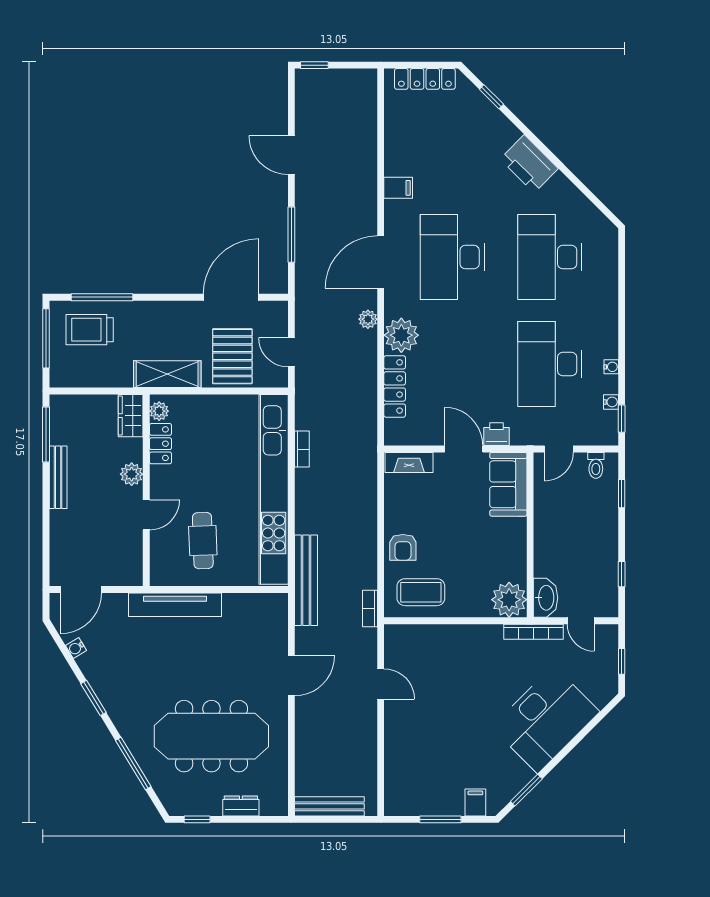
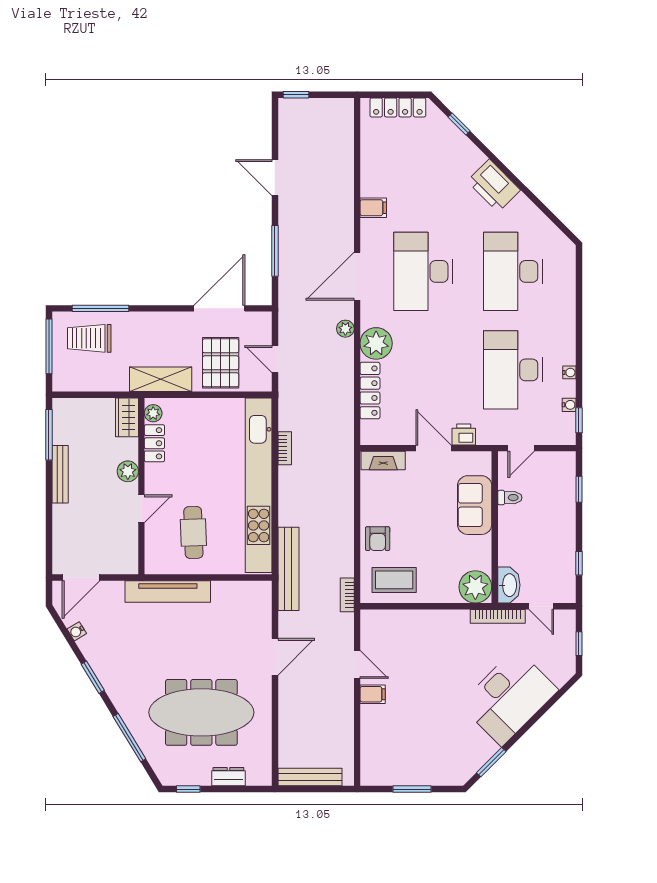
toilet: (596, 465) -> (510, 498), moved, turned -90
sofa: (508, 484) -> (475, 505), moved
filing cabinet: (475, 802) -> (373, 694), moved, turned 90

